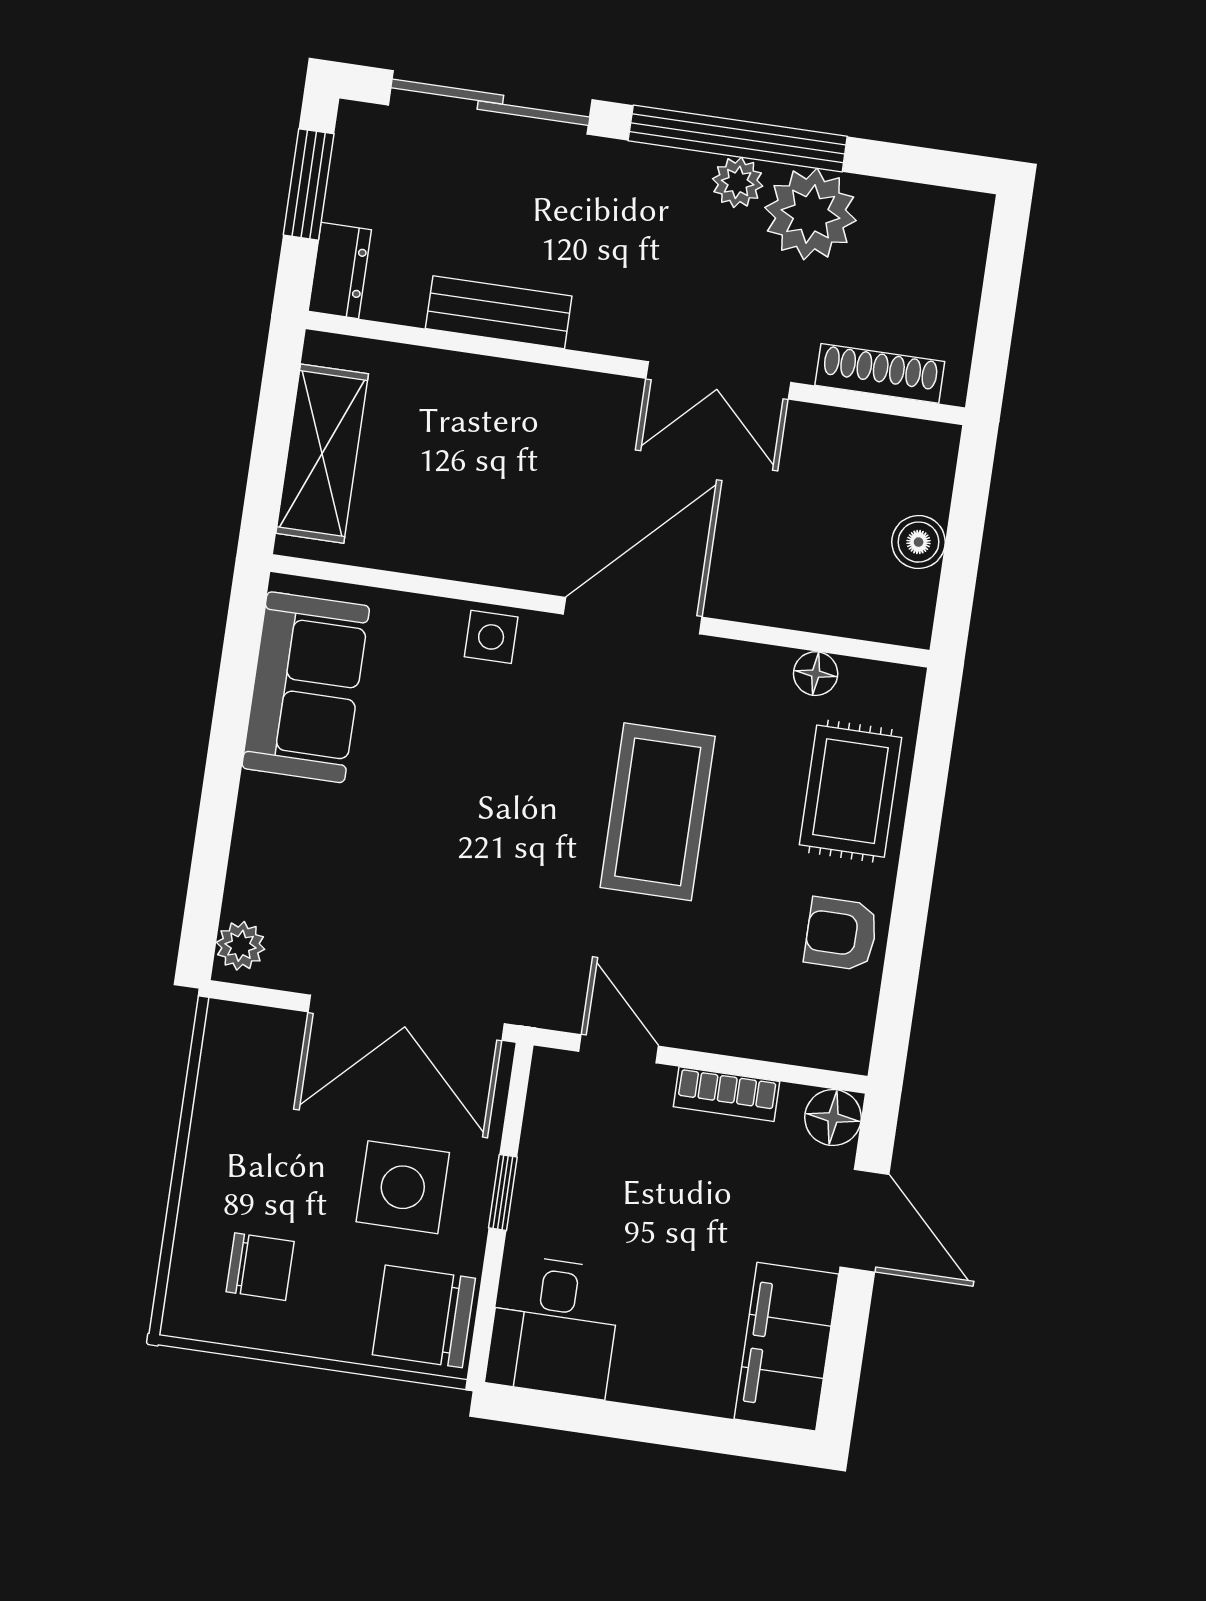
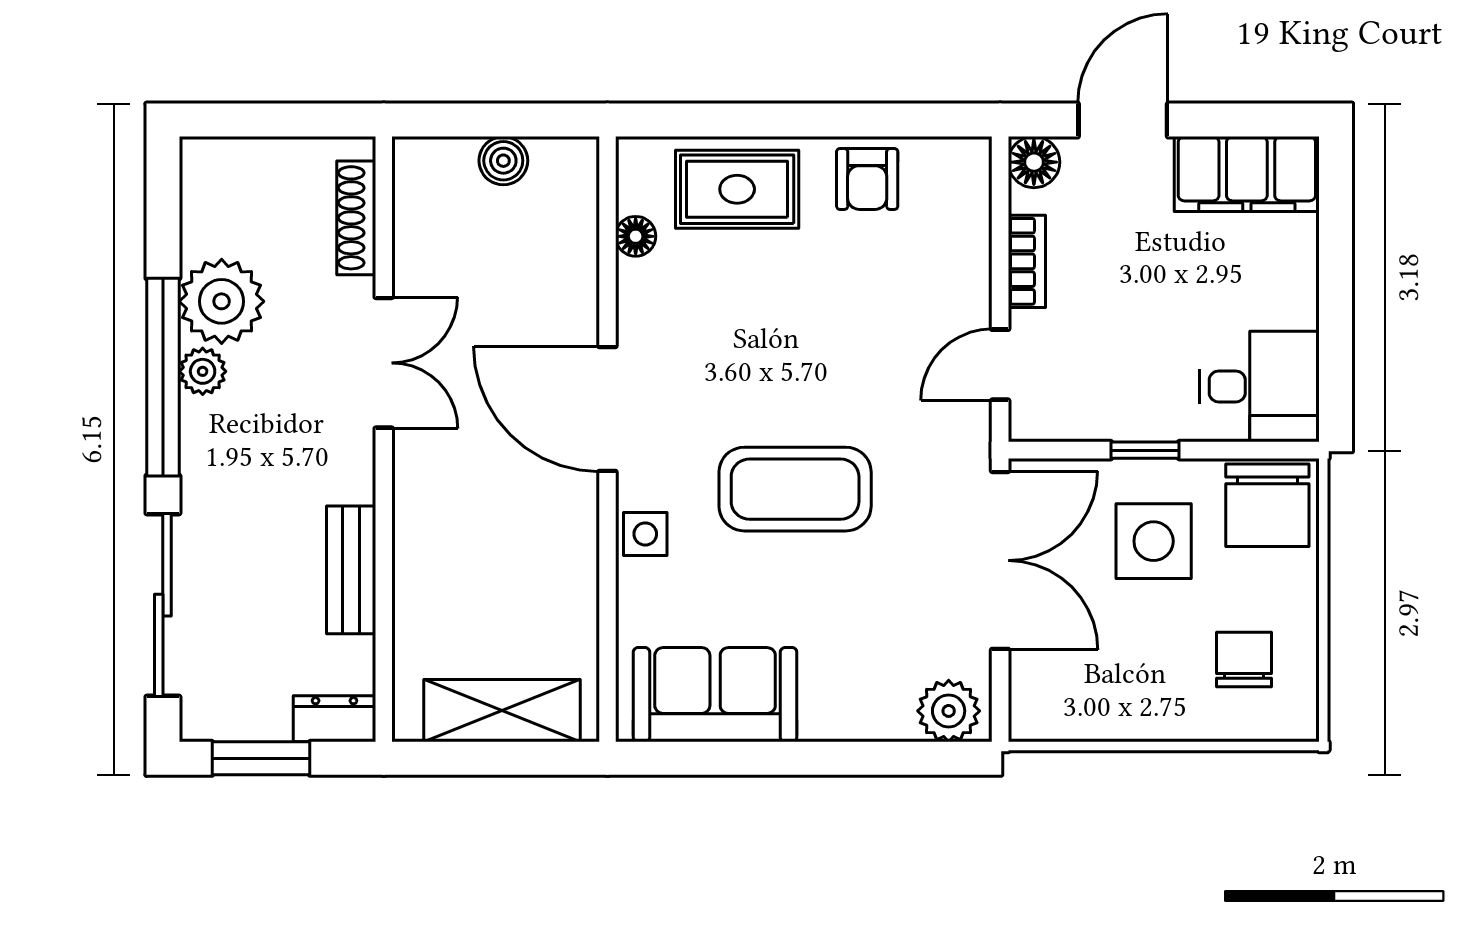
coffee table: (658, 812) -> (795, 489), moved
plant: (241, 946) -> (949, 711), width x1.38, depth x1.38

